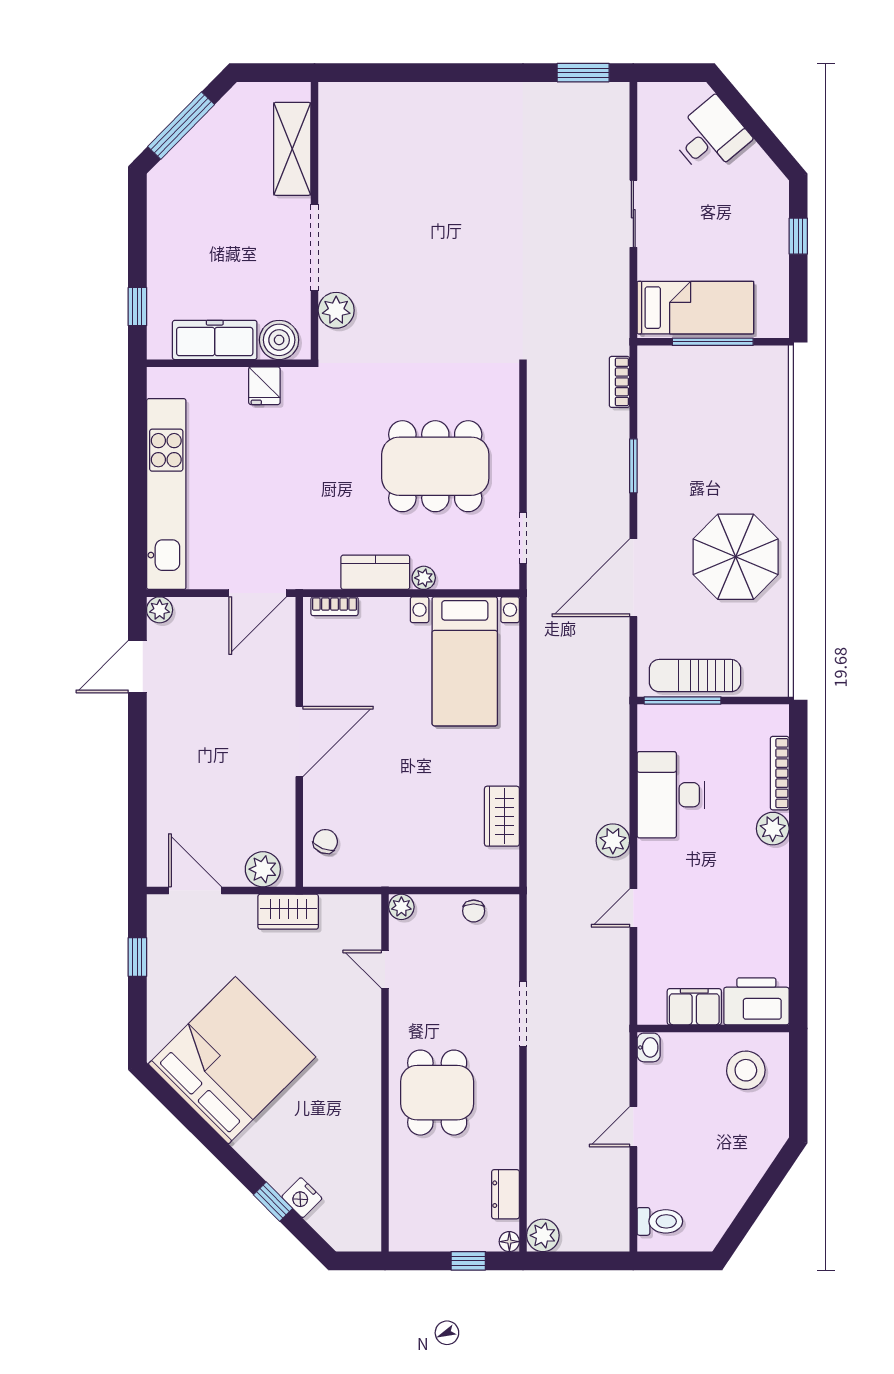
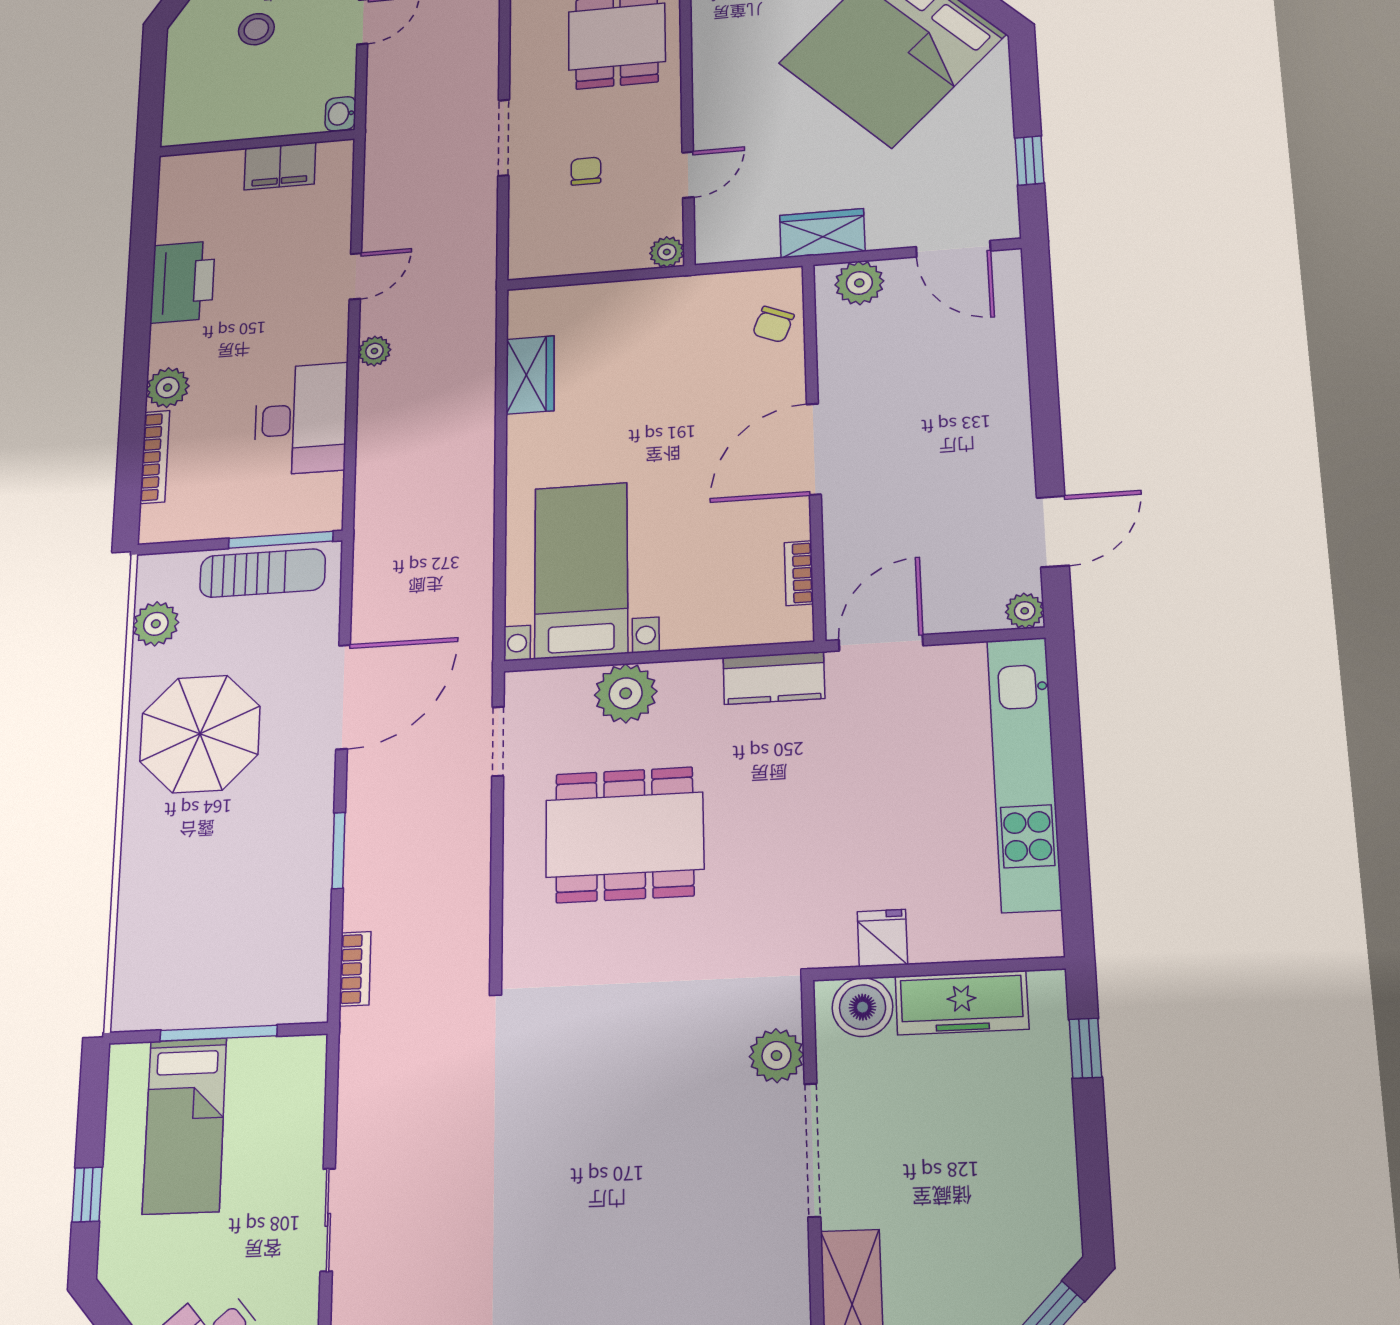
bed: (695, 308) -> (185, 1126), moved, turned -90
kitchen counter: (375, 572) -> (774, 678), moved
plant: (424, 578) -> (626, 693), width x1.87, depth x1.87
bookcase: (335, 606) -> (799, 573), moved, turned -90
plant: (772, 642) -> (156, 624), added
plant: (613, 841) -> (374, 351), width x0.73, depth x0.73
chair: (474, 911) -> (586, 171), moved
door: (385, 969) -> (688, 175), hinge flipped
printer: (756, 1001) -> (183, 282), moved, turned -90
stool: (746, 1070) -> (256, 29), moved, width x0.73, depth x0.73

